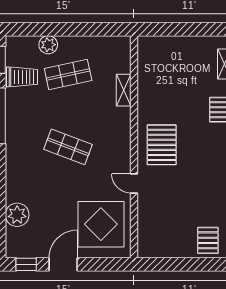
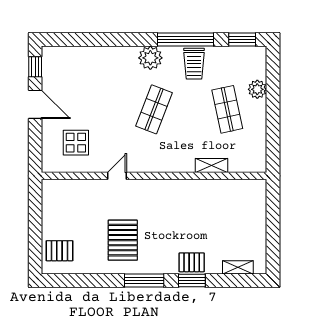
trolley: (22, 77) -> (194, 64), moved
pallet: (162, 145) -> (123, 240), moved, turned 90
plant: (17, 215) -> (150, 58), moved
display table: (101, 224) -> (76, 143), width x0.54, depth x0.54

